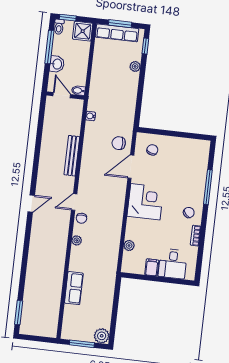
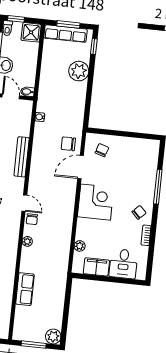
plant: (135, 66) -> (79, 71), width x1.88, depth x1.88
door: (74, 202) -> (24, 203), swing flipped
filing cabinet: (152, 267) -> (96, 267), width x2.00

